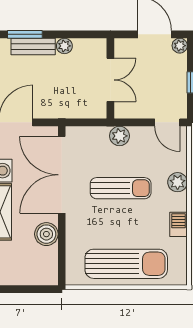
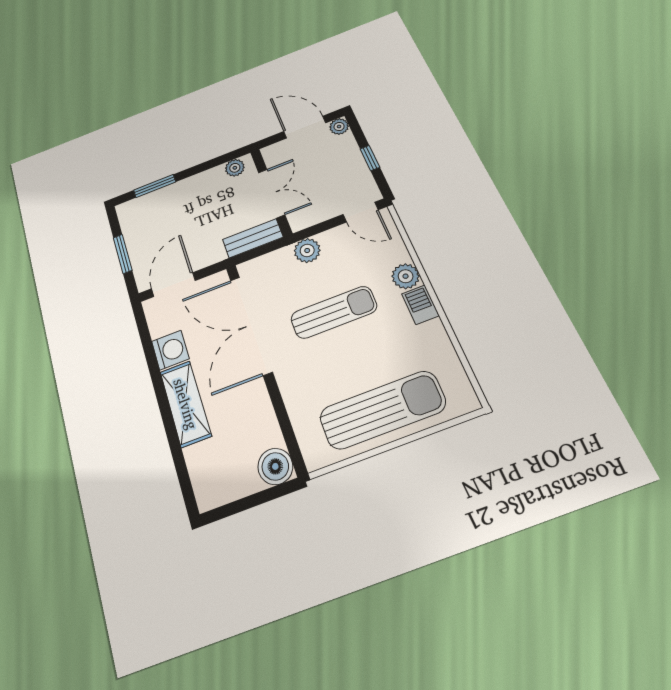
plant: (64, 46) -> (235, 168), moved
bench: (33, 47) -> (253, 238), moved
barbecue: (178, 224) -> (420, 305), moved
boiler: (46, 234) -> (275, 466), moved

